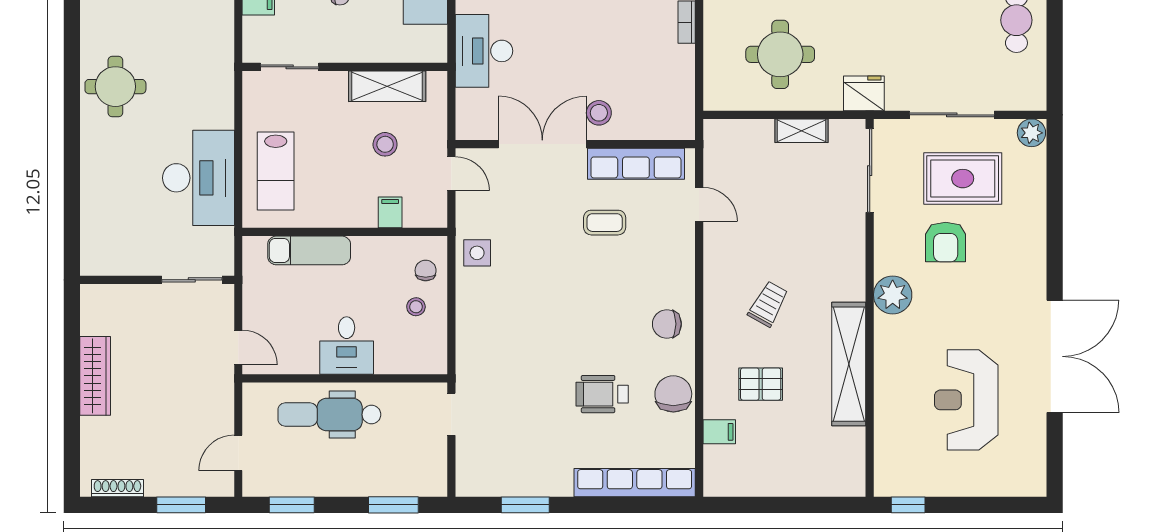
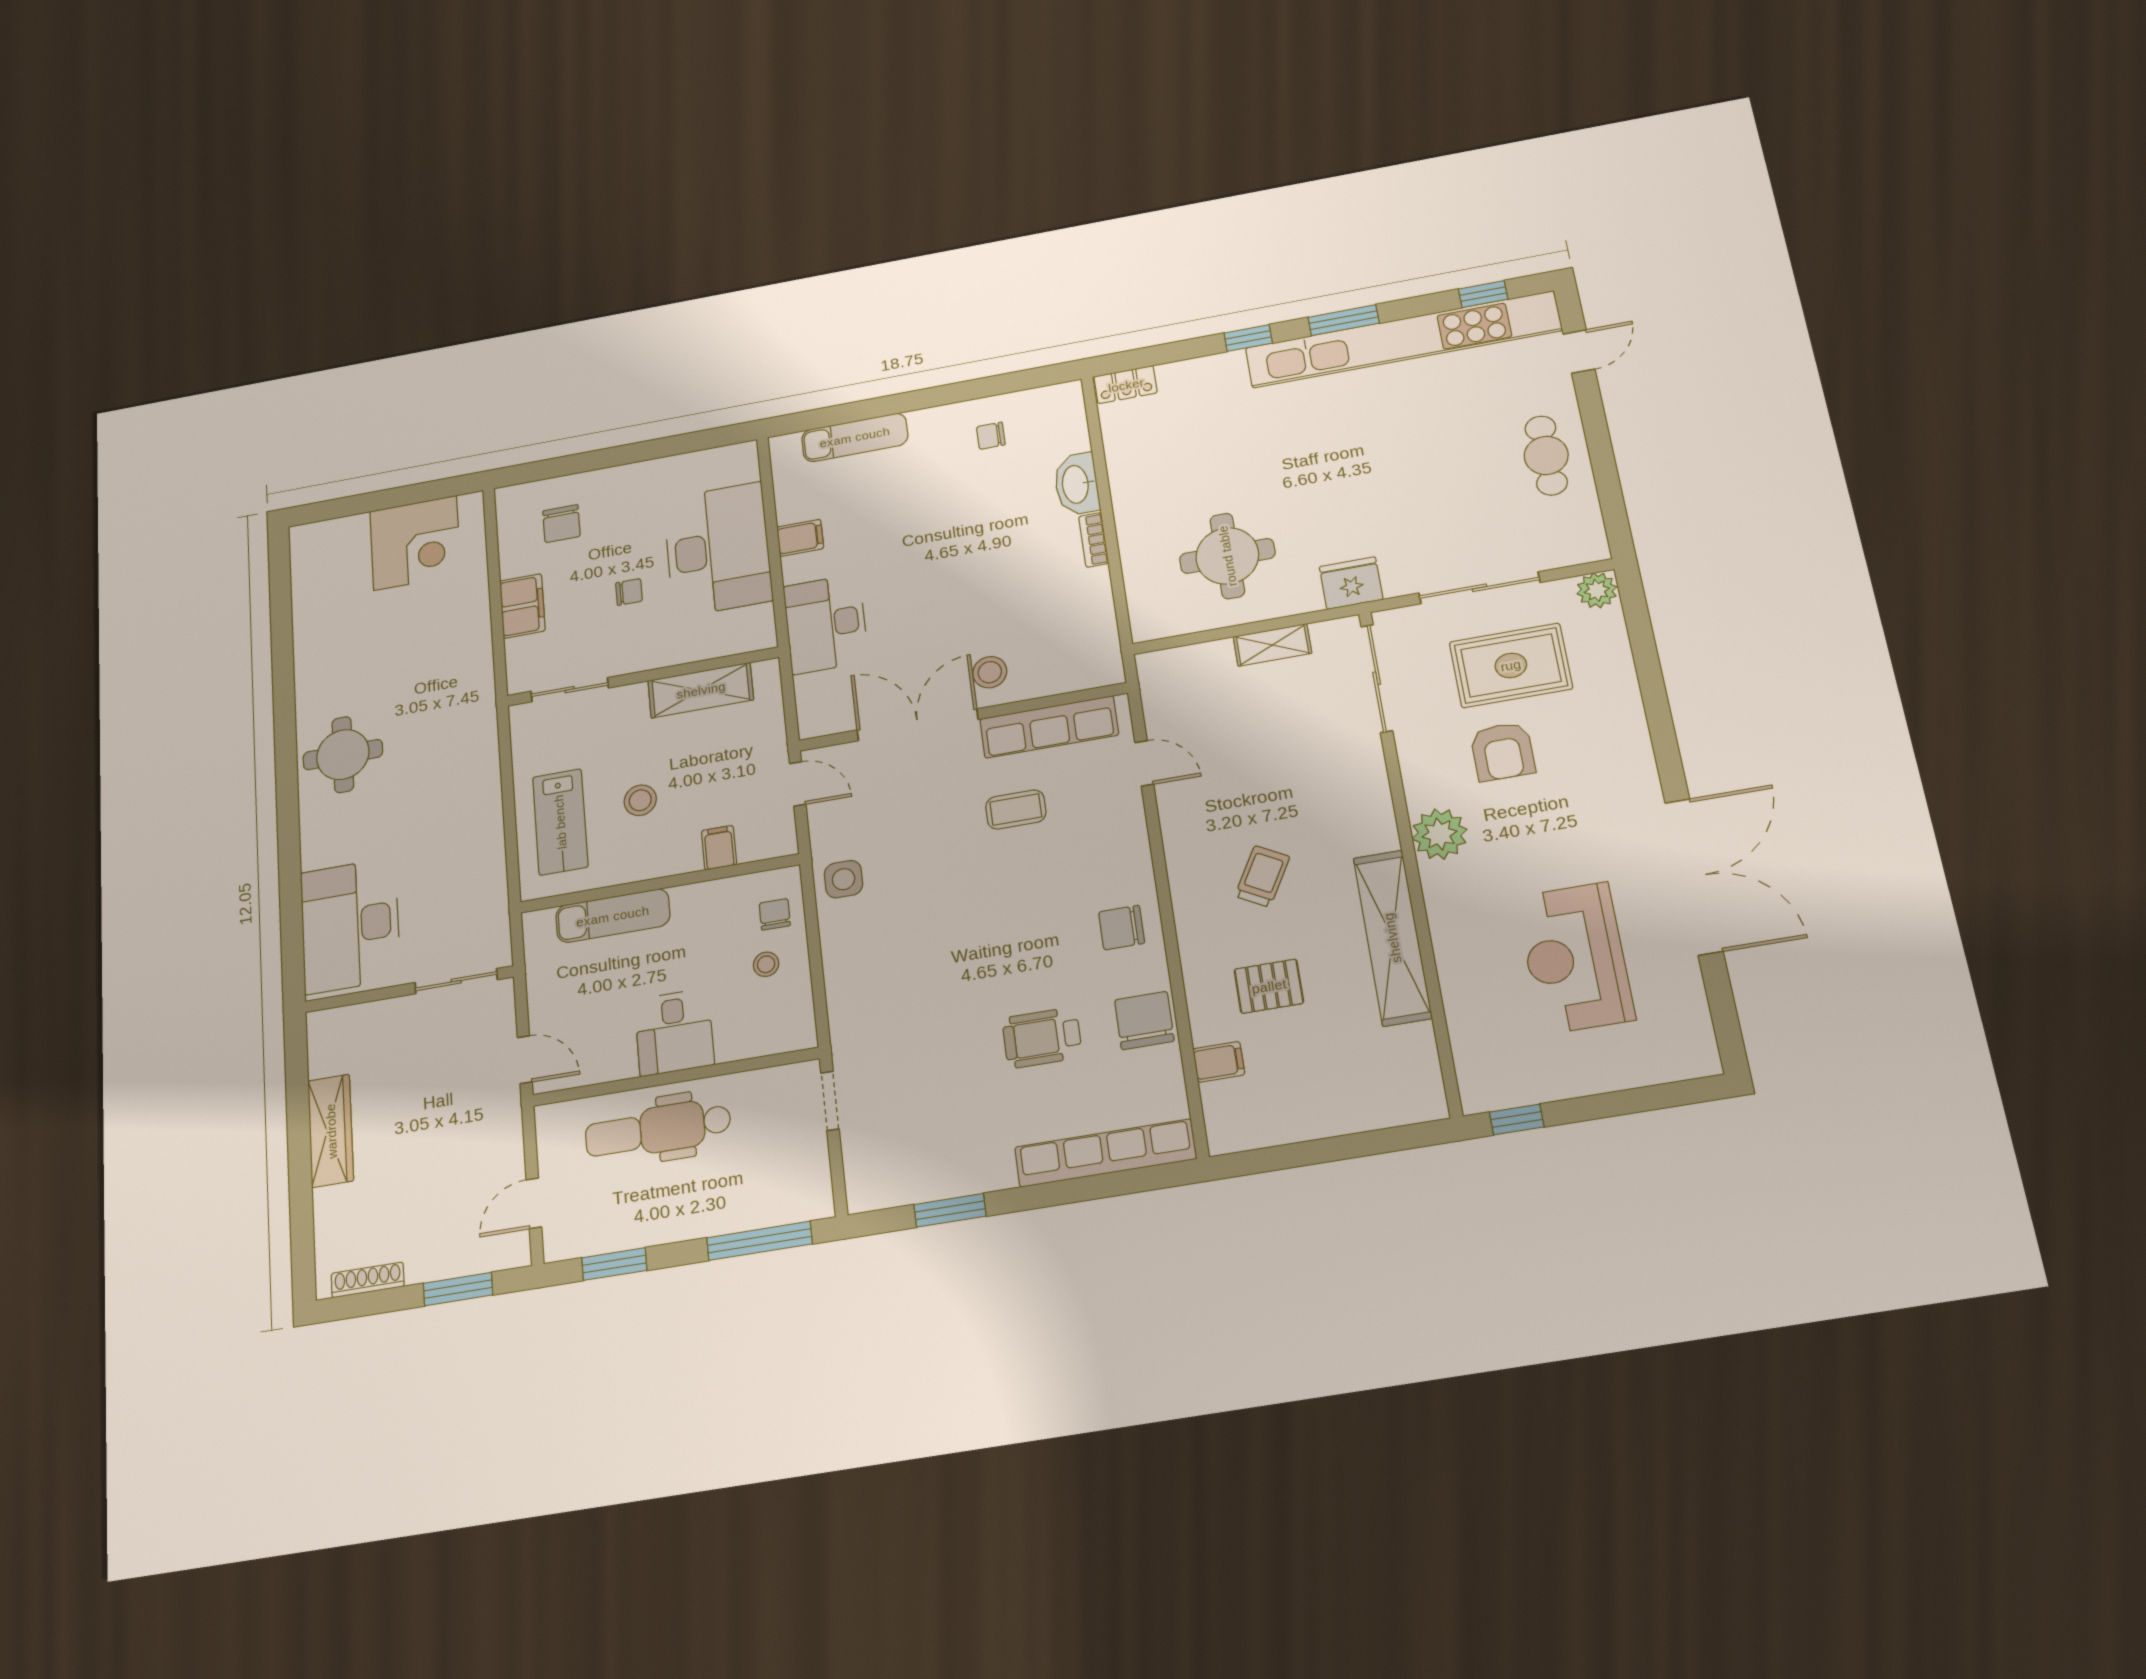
stool: (385, 144) -> (640, 800), moved
desk: (198, 178) -> (350, 926), moved, turned 180
window: (393, 505) -> (759, 1241), width x1.44

